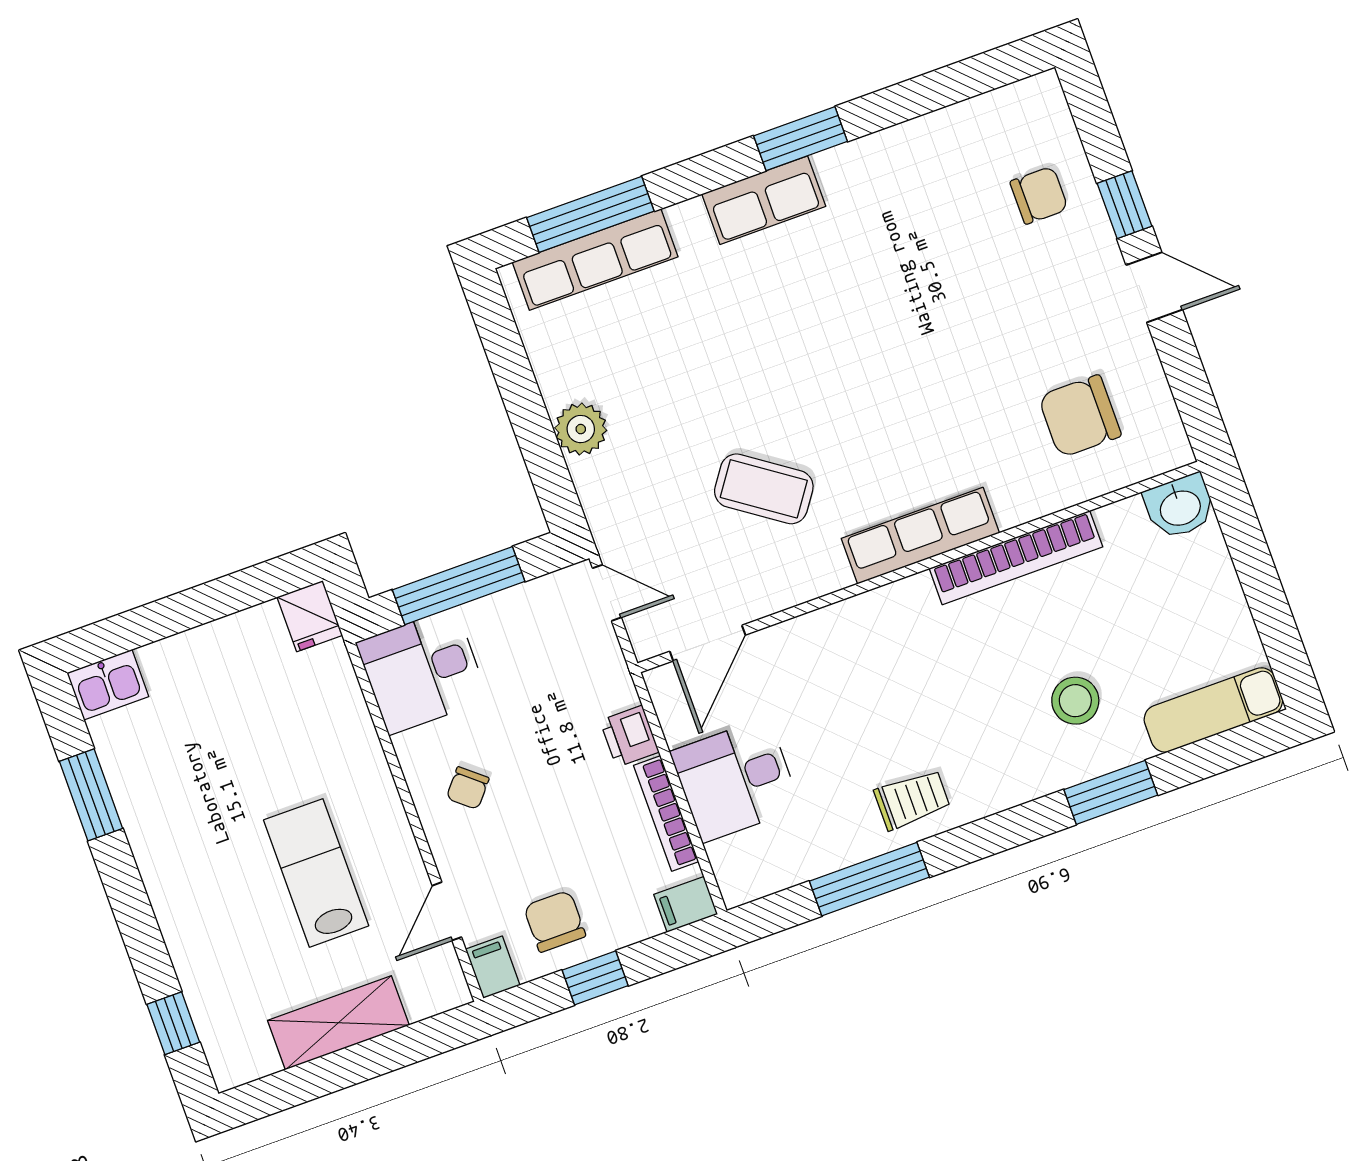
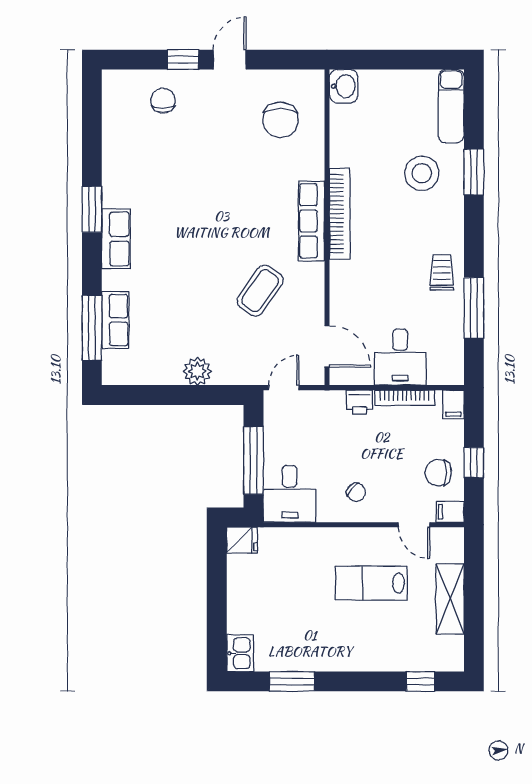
row of seats: (595, 259) -> (115, 320), width x0.68
bookcase: (1016, 558) -> (340, 214), moved
stool: (1075, 701) -> (422, 173), width x1.38, depth x1.38

